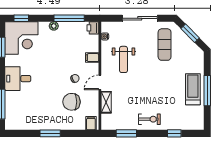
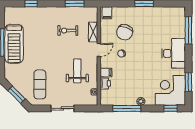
sliding door: (140, 18) -> (63, 108), width x0.73
printer: (93, 28) -> (105, 84), moved
desk: (18, 79) -> (174, 53), width x1.37
treadmill: (193, 89) -> (14, 44), width x1.37, depth x1.38
chair: (72, 102) -> (125, 32), turned 110
exercise bike: (149, 119) -> (68, 31), moved

